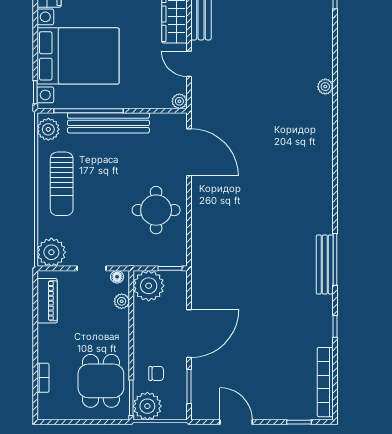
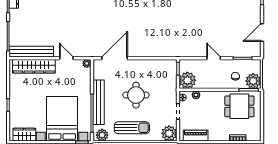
door: (189, 64) -> (66, 58), swing flipped
round table: (156, 210) -> (136, 95), moved
door: (189, 334) -> (214, 58), width x0.53

